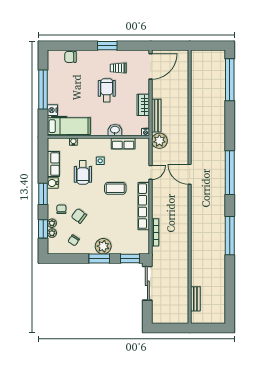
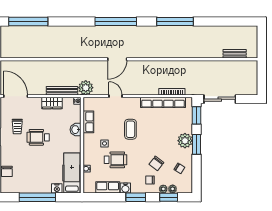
row of seats: (144, 206) -> (163, 102), moved

